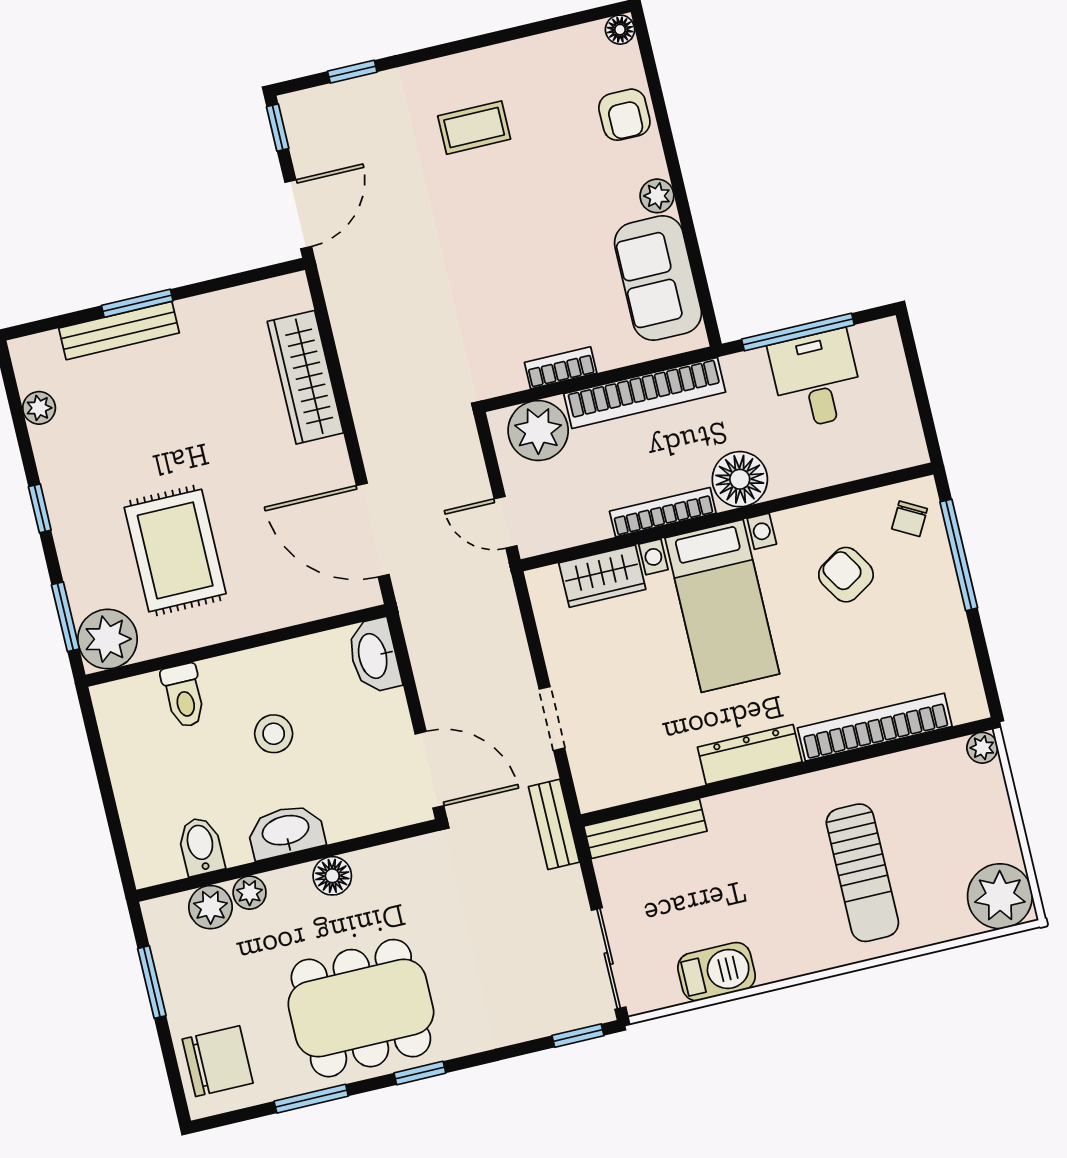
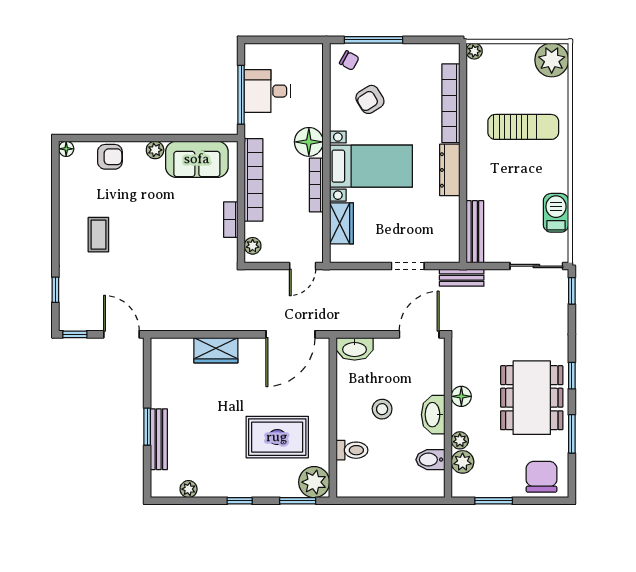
wardrobe: (305, 377) -> (216, 350), width x0.67
plant: (538, 431) -> (253, 246), width x0.53, depth x0.53

